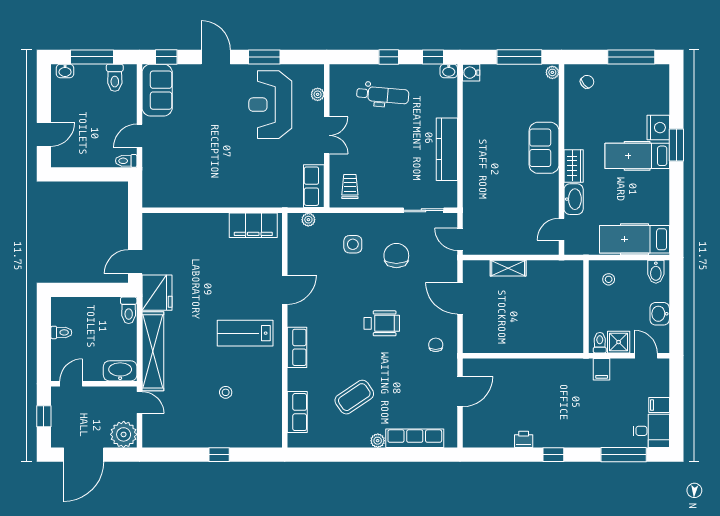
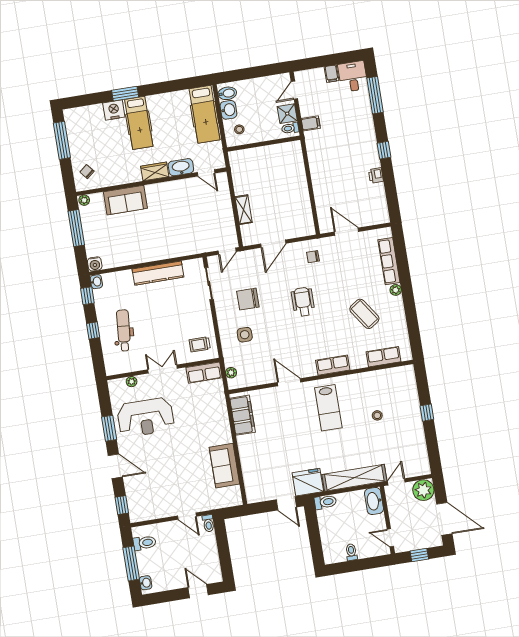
door: (216, 57) -> (115, 466), swing flipped
sofa: (157, 90) -> (224, 466), moved, turned -90
sofa: (544, 148) -> (125, 200), moved
washbasin: (660, 314) -> (228, 110), moved, turned -90

